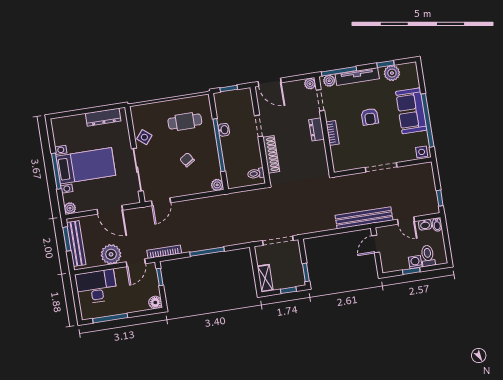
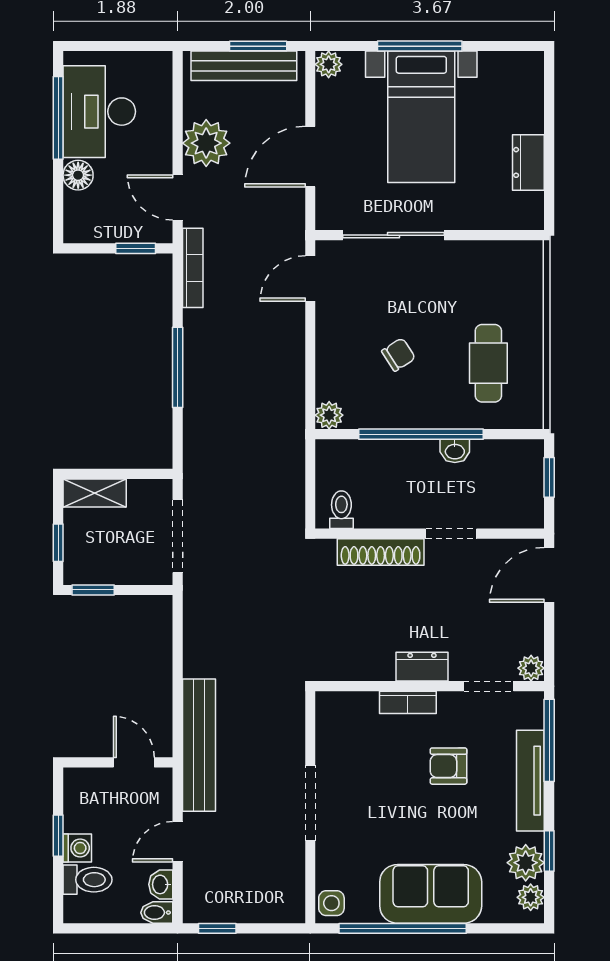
plant: (329, 81) -> (531, 897), moved
dresser: (103, 117) -> (528, 162), width x0.70
armchair: (370, 117) -> (449, 766), moved
side table: (144, 137) -> (467, 263), removed
door: (161, 202) -> (310, 279), hinge flipped
desk: (96, 287) -> (99, 112), moved, turned 180
floor lamp: (155, 302) -> (78, 175), moved

